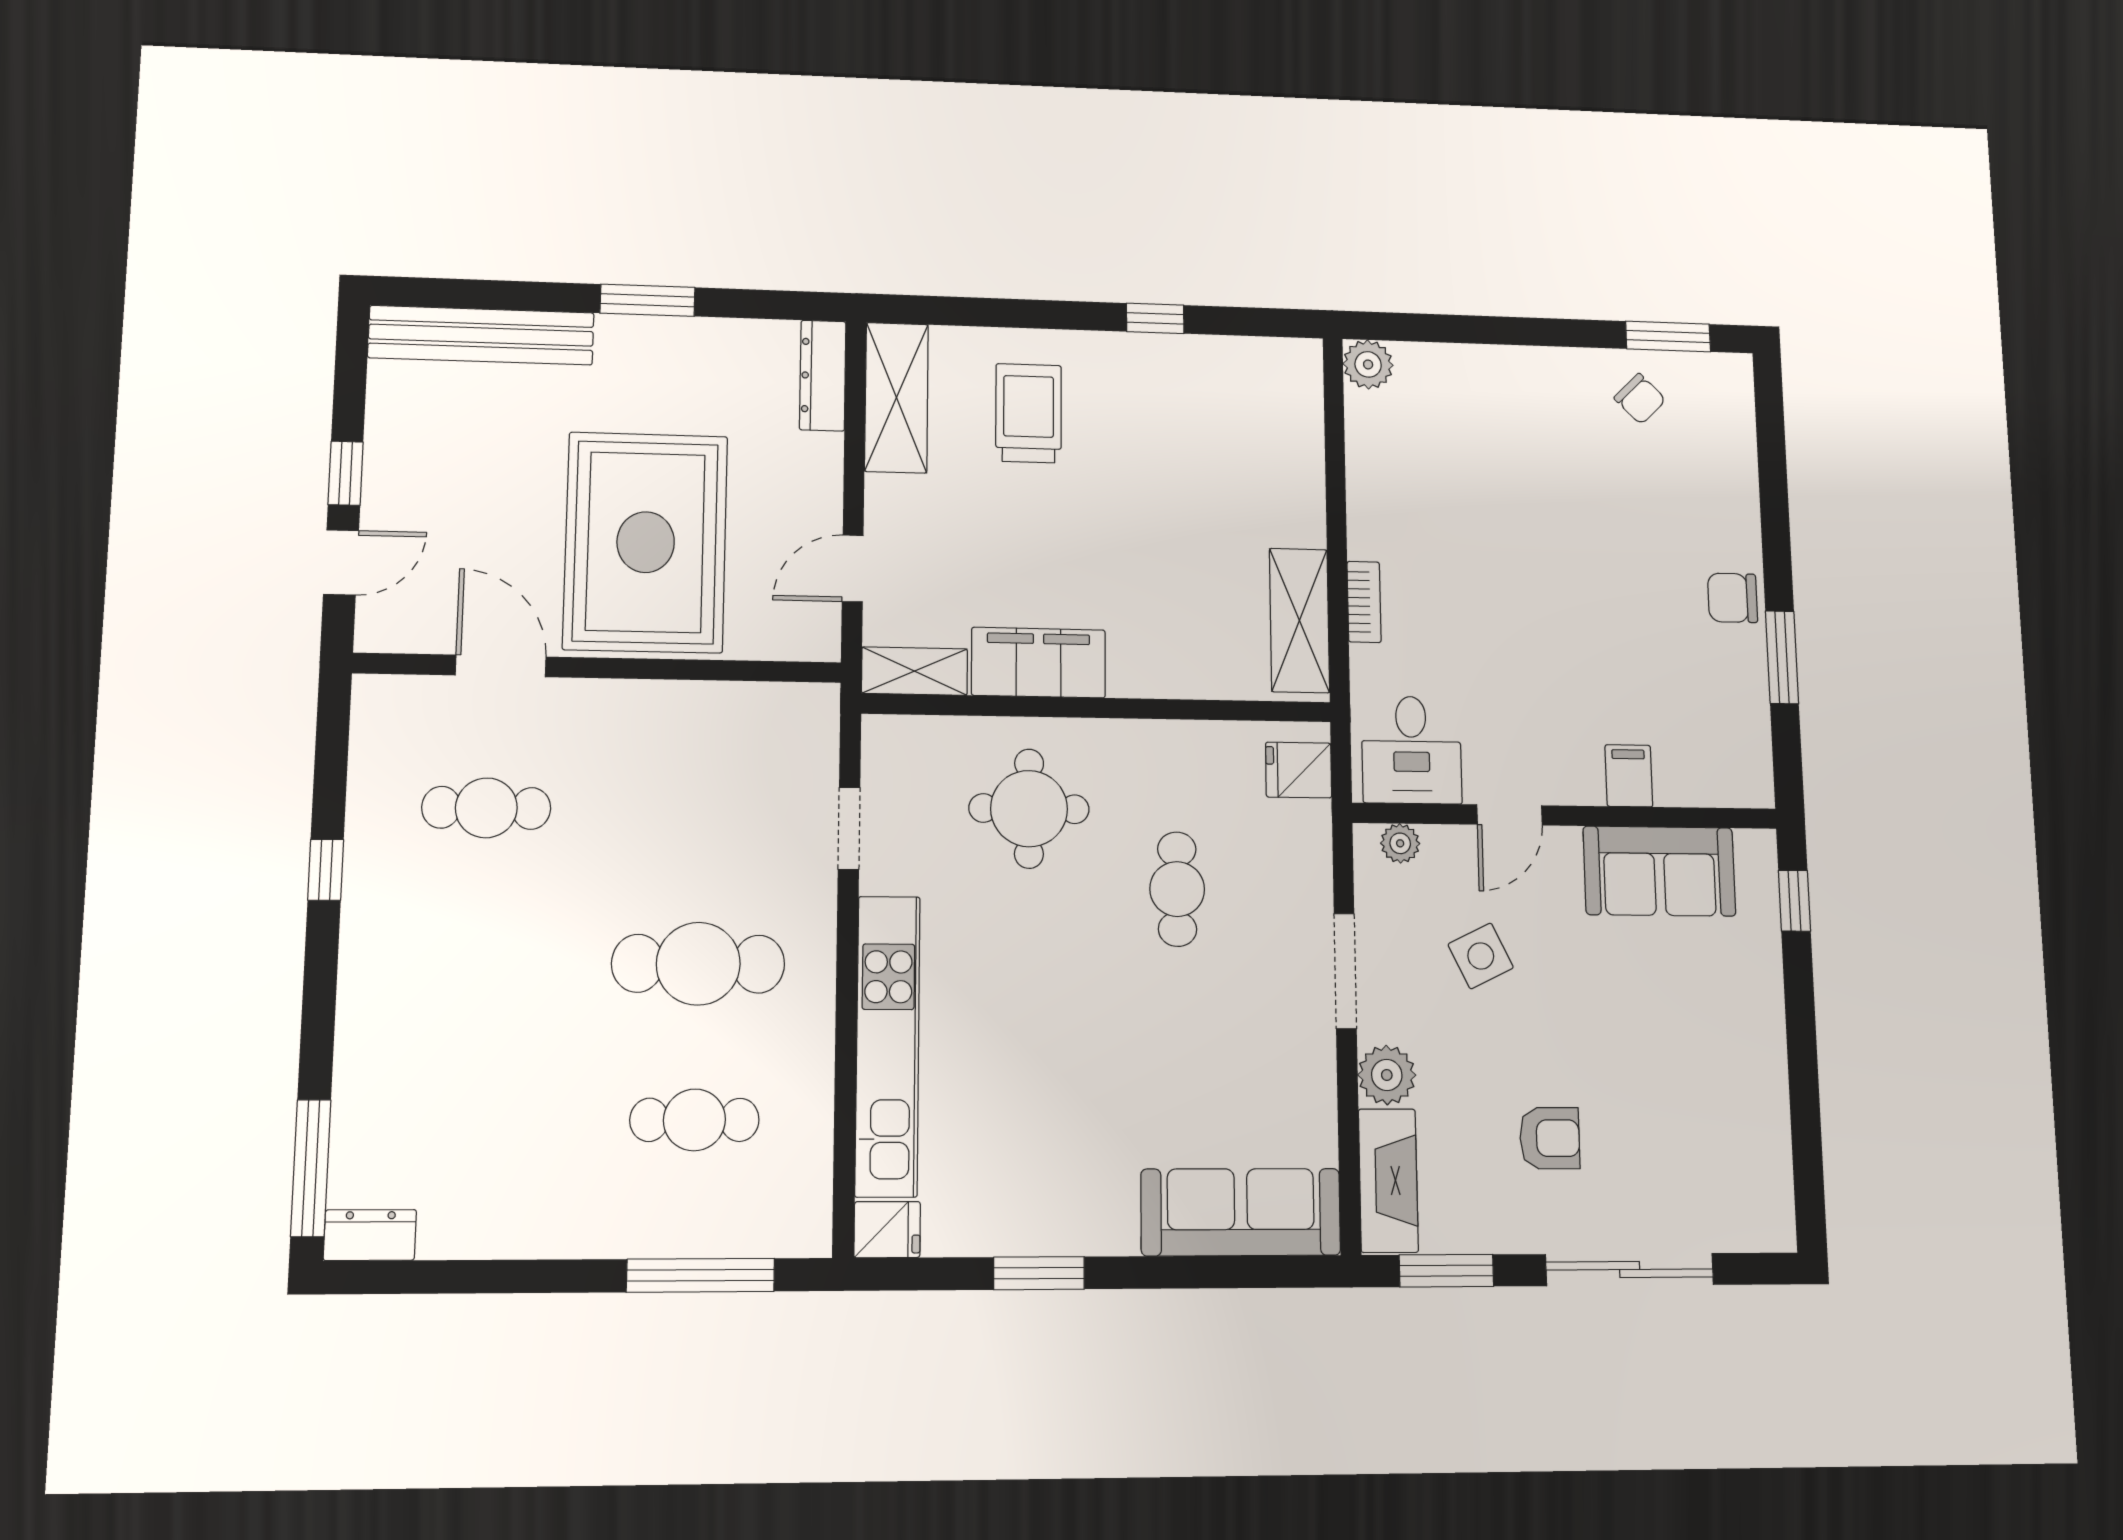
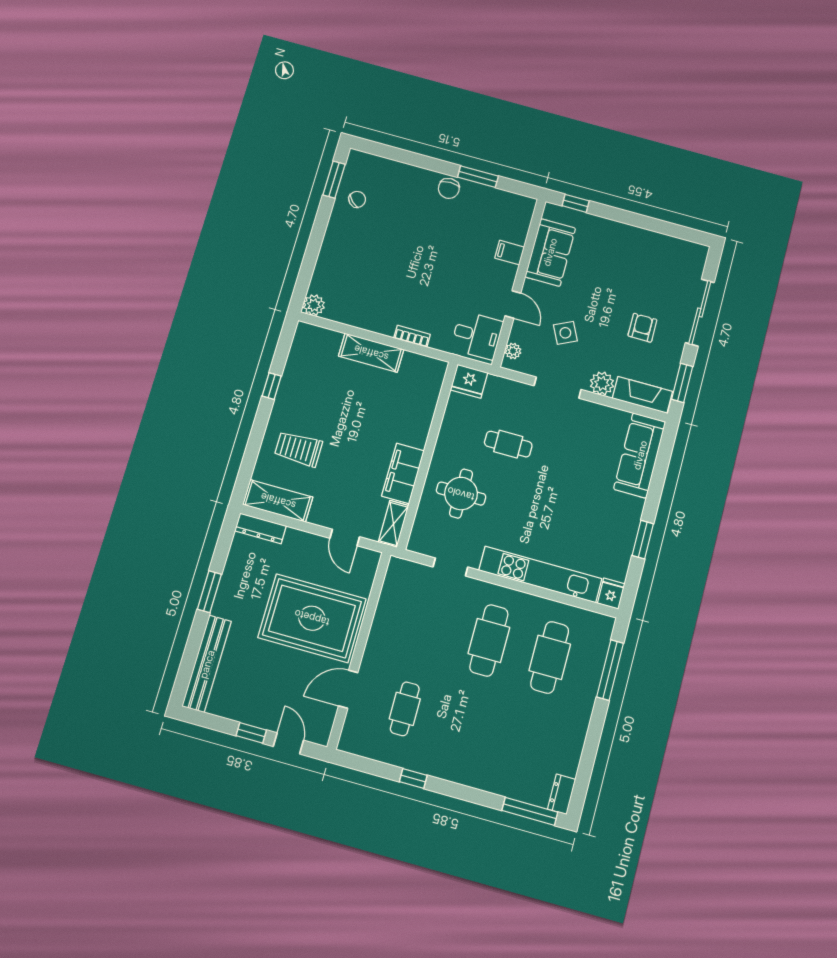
shelving: (1299, 620) -> (371, 353), moved
fridge: (1299, 770) -> (469, 381), width x1.38
cafe table: (694, 1120) -> (550, 657), width x1.37, depth x1.35

